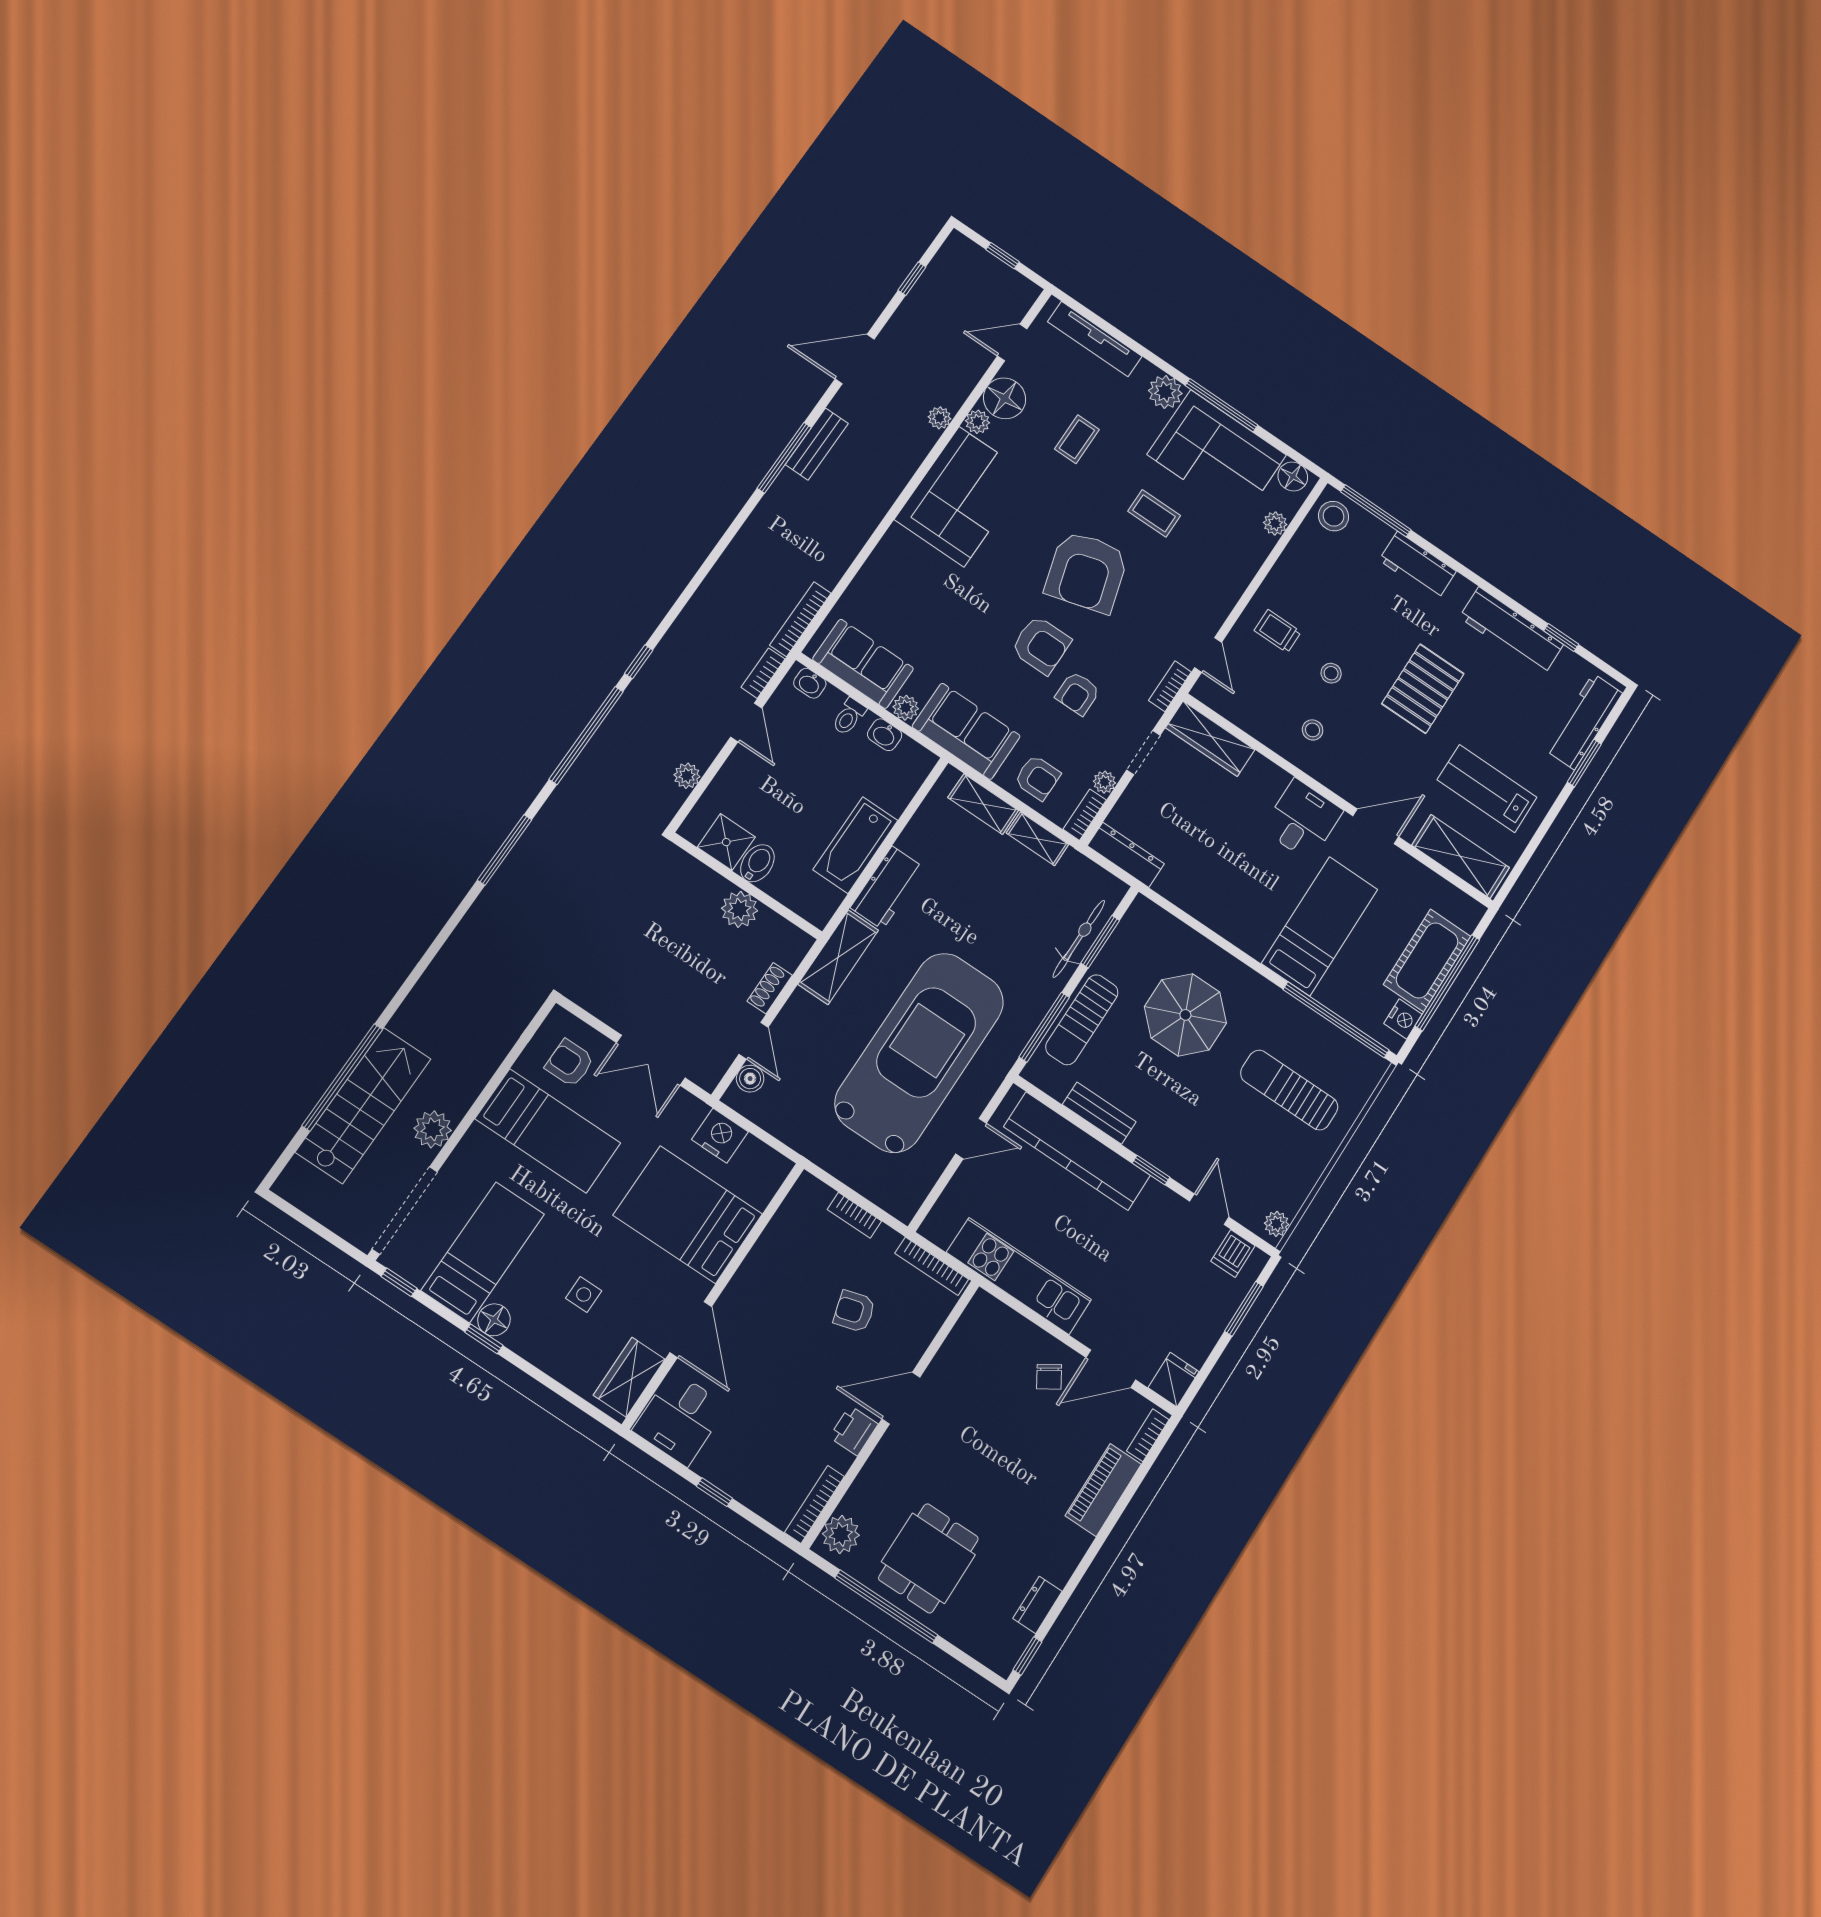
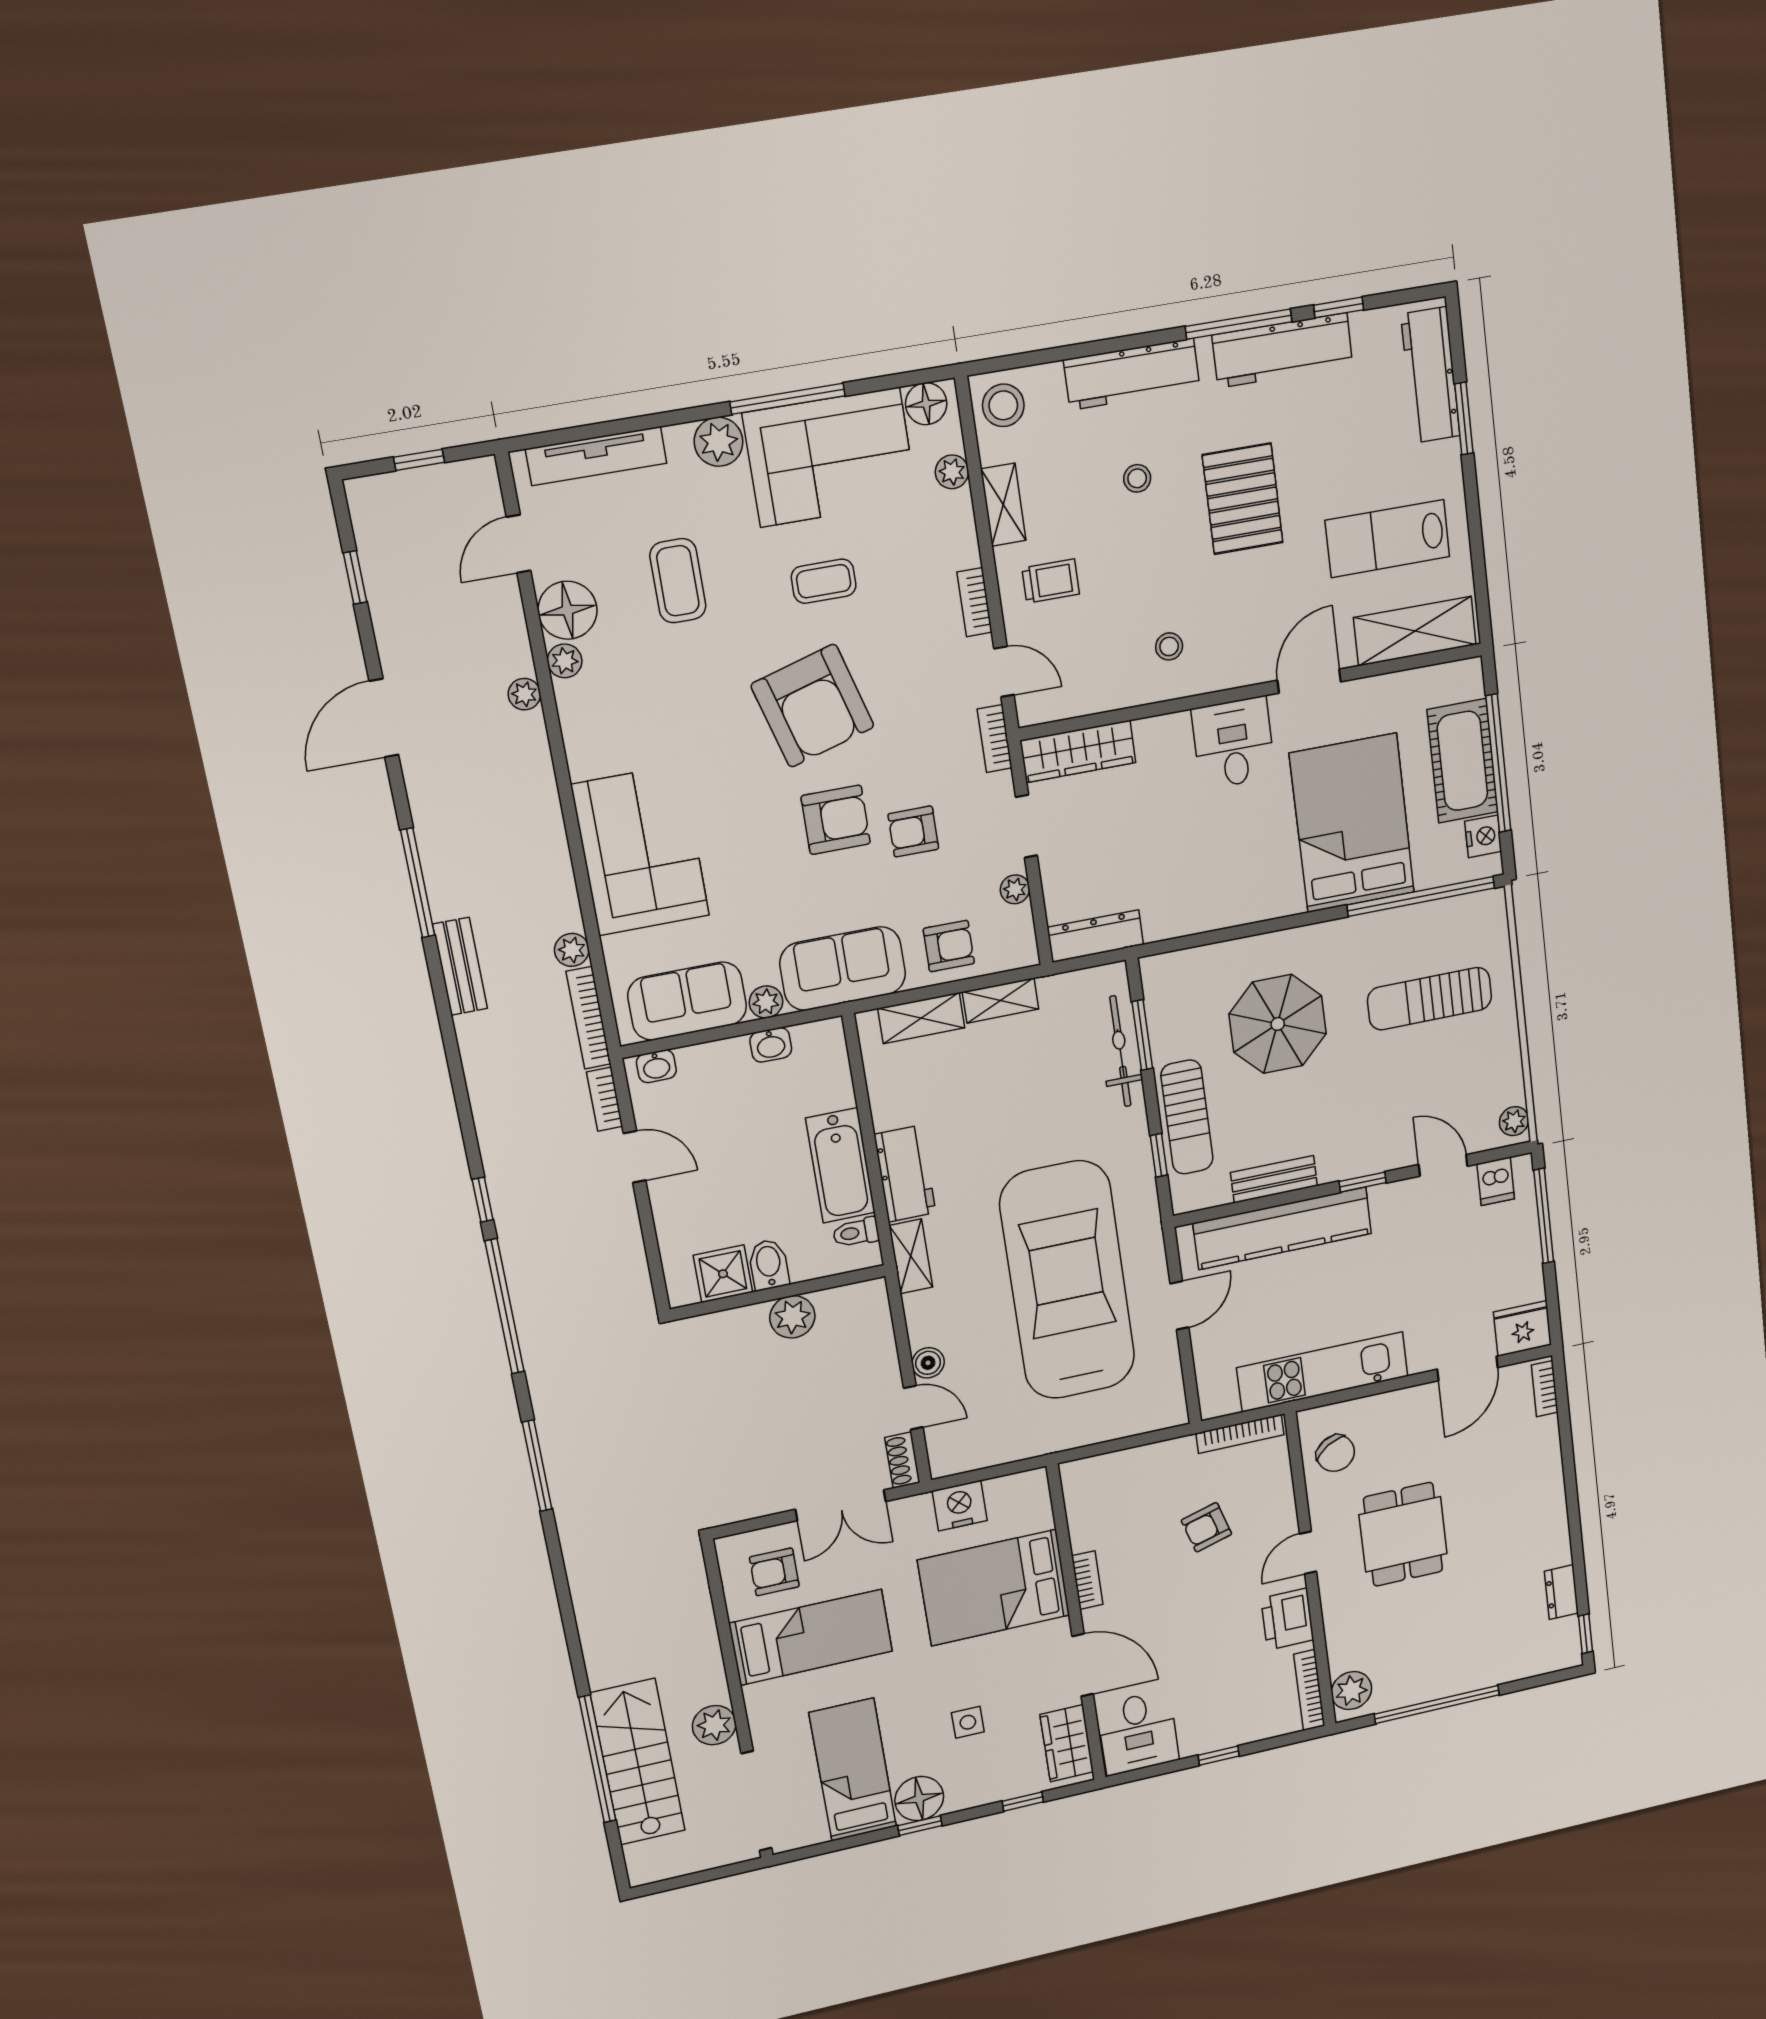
coffee table: (1077, 439) -> (678, 581), width x1.36, depth x1.30
bench: (817, 444) -> (460, 966), moved
corner sofa: (961, 497) -> (640, 850), moved
window: (1376, 511) -> (1239, 324), moved
workbench: (1418, 566) -> (1132, 374), width x1.38
shelving: (1288, 567) -> (1003, 505), added
trolley: (1278, 631) -> (1051, 581), turned 180
stool: (1331, 673) -> (1137, 478), moved
armchair: (1078, 693) -> (913, 831), turned 90
toilet: (849, 717) -> (856, 1232), moved, turned 90
plant: (687, 776) -> (572, 950), moved
bookcase: (1085, 815) -> (975, 602), moved
bed: (1320, 926) -> (1352, 823), width x1.50
shelving: (838, 957) -> (911, 1256), width x0.67, depth x0.75
shoe rack: (770, 988) -> (902, 1460), moved
window: (1044, 1027) -> (1159, 1155), width x0.46
boiler: (750, 1079) -> (928, 1363), moved
bookcase: (854, 1215) -> (1087, 1580), moved, turned -90
window: (399, 1282) -> (1023, 1802), moved
window: (1244, 1309) -> (1544, 1216), width x1.44
floor lamp: (494, 1320) -> (919, 1799), width x1.38, depth x1.38
chair: (1049, 1377) -> (1336, 1453), moved, width x1.37, depth x1.37
fridge: (1174, 1380) -> (1522, 1329), width x1.38
door: (901, 1398) -> (1308, 1553), width x0.73
printer: (854, 1431) -> (1287, 1619), width x1.36, depth x1.24
piano: (1103, 1490) -> (1542, 1463), removed
dining table: (928, 1558) -> (1403, 1534), moved

